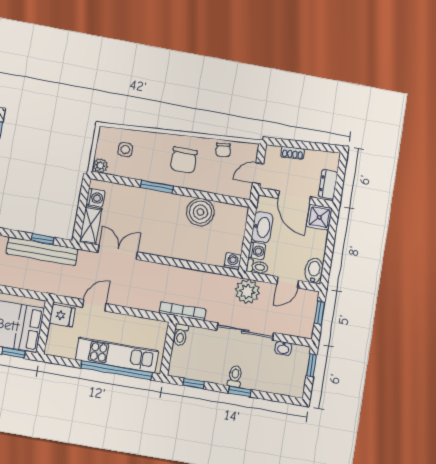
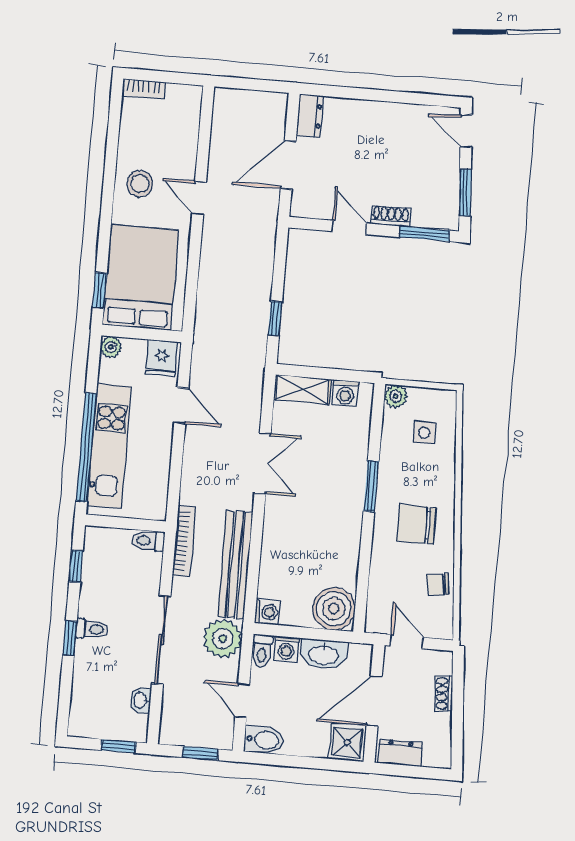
boiler: (200, 212) -> (334, 609), moved
bench: (42, 251) -> (235, 565), moved
double door: (118, 252) -> (263, 463), moved
plant: (52, 348) -> (111, 347), added

